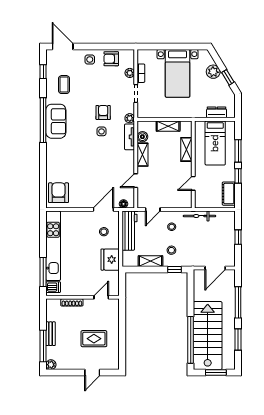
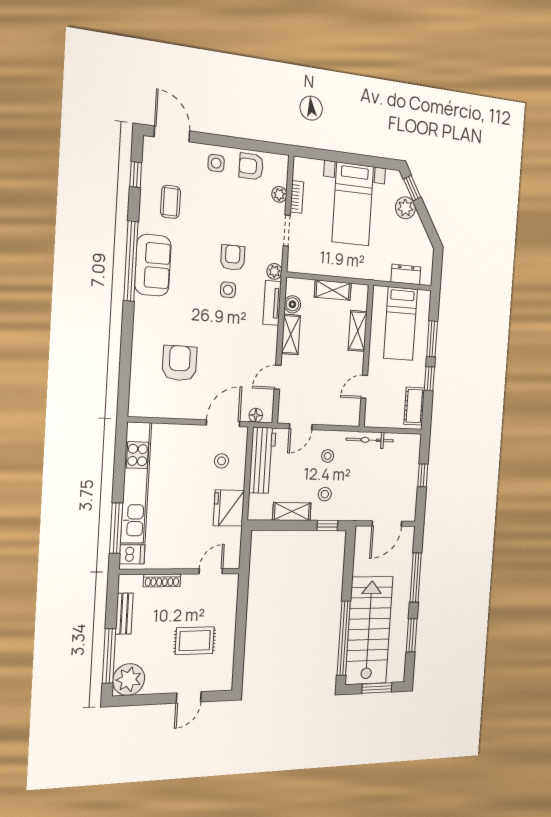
window: (228, 77) -> (412, 188), moved
armchair: (59, 193) -> (180, 363), moved
bench: (51, 334) -> (124, 614), moved
plant: (51, 365) -> (129, 680), width x1.87, depth x1.87

